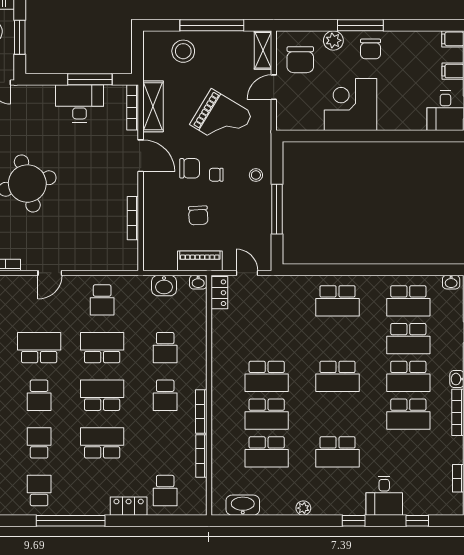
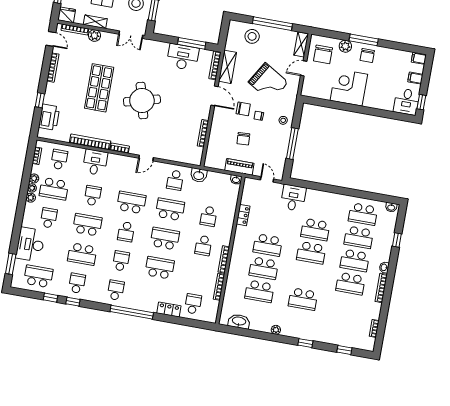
washbasin: (164, 286) -> (199, 175), moved
locker: (219, 293) -> (243, 215), moved
school desk: (338, 301) -> (315, 230), moved
school desk: (165, 491) -> (193, 304), turned 180
desk: (384, 496) -> (293, 198), moved, turned 180

